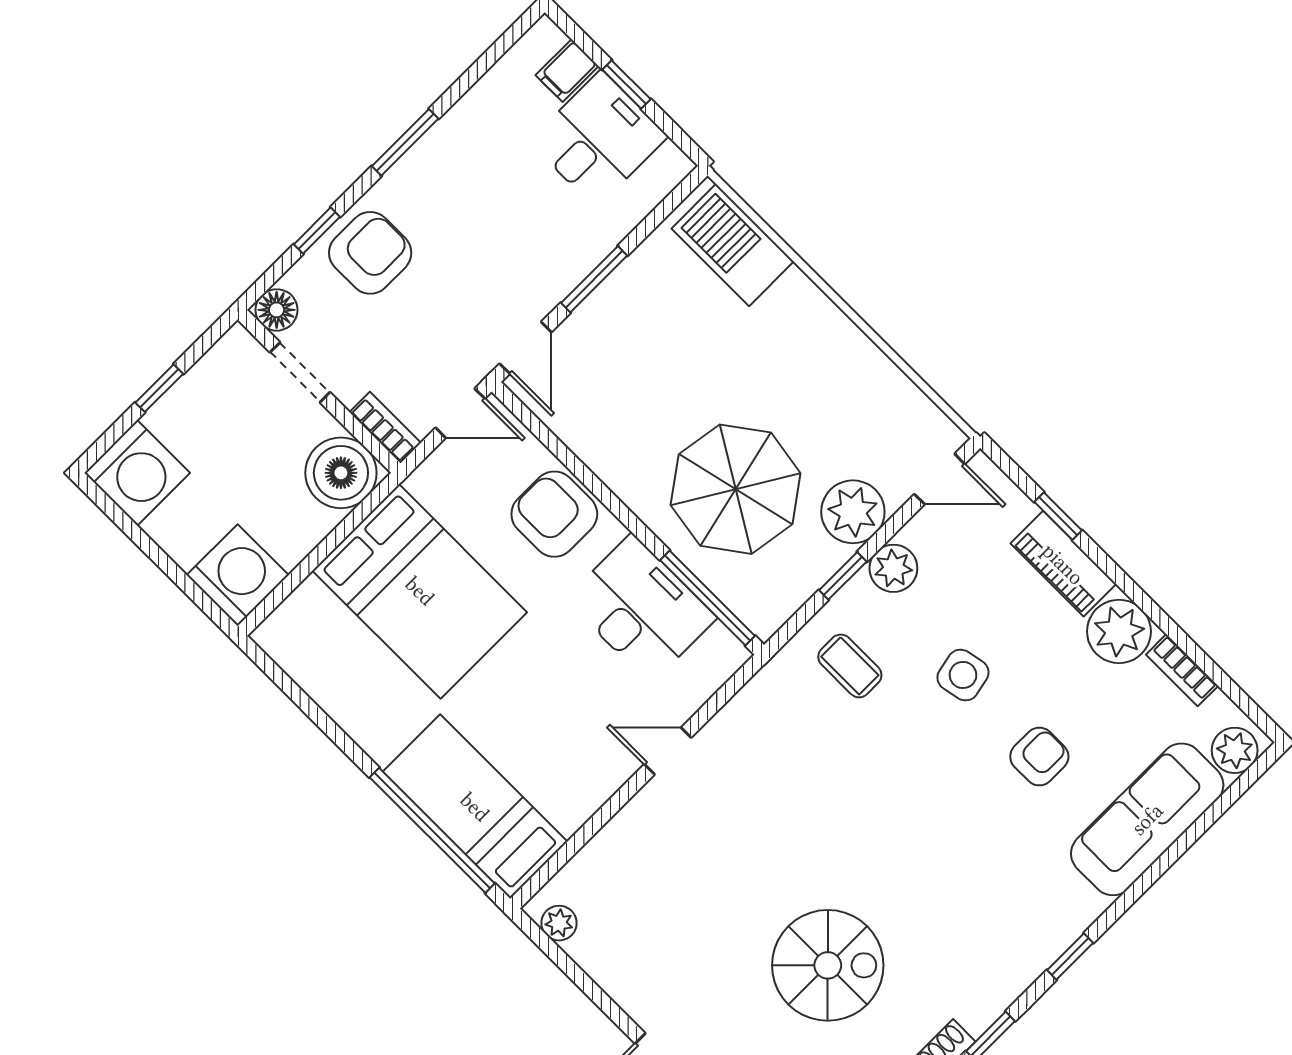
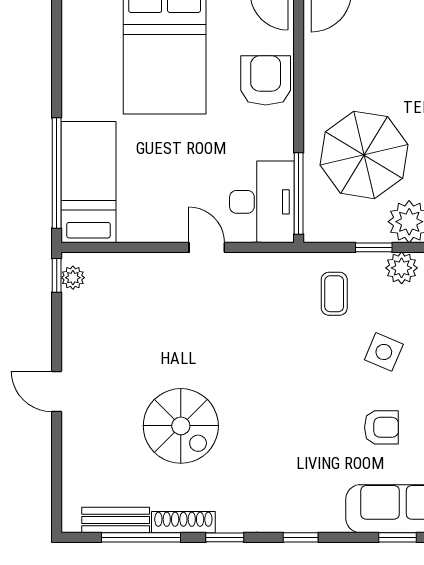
desk: (641, 609) -> (262, 202), moved
side table: (963, 675) -> (384, 352), turned 35
window: (1172, 855) -> (398, 537), added
window: (540, 938) -> (57, 275), added

